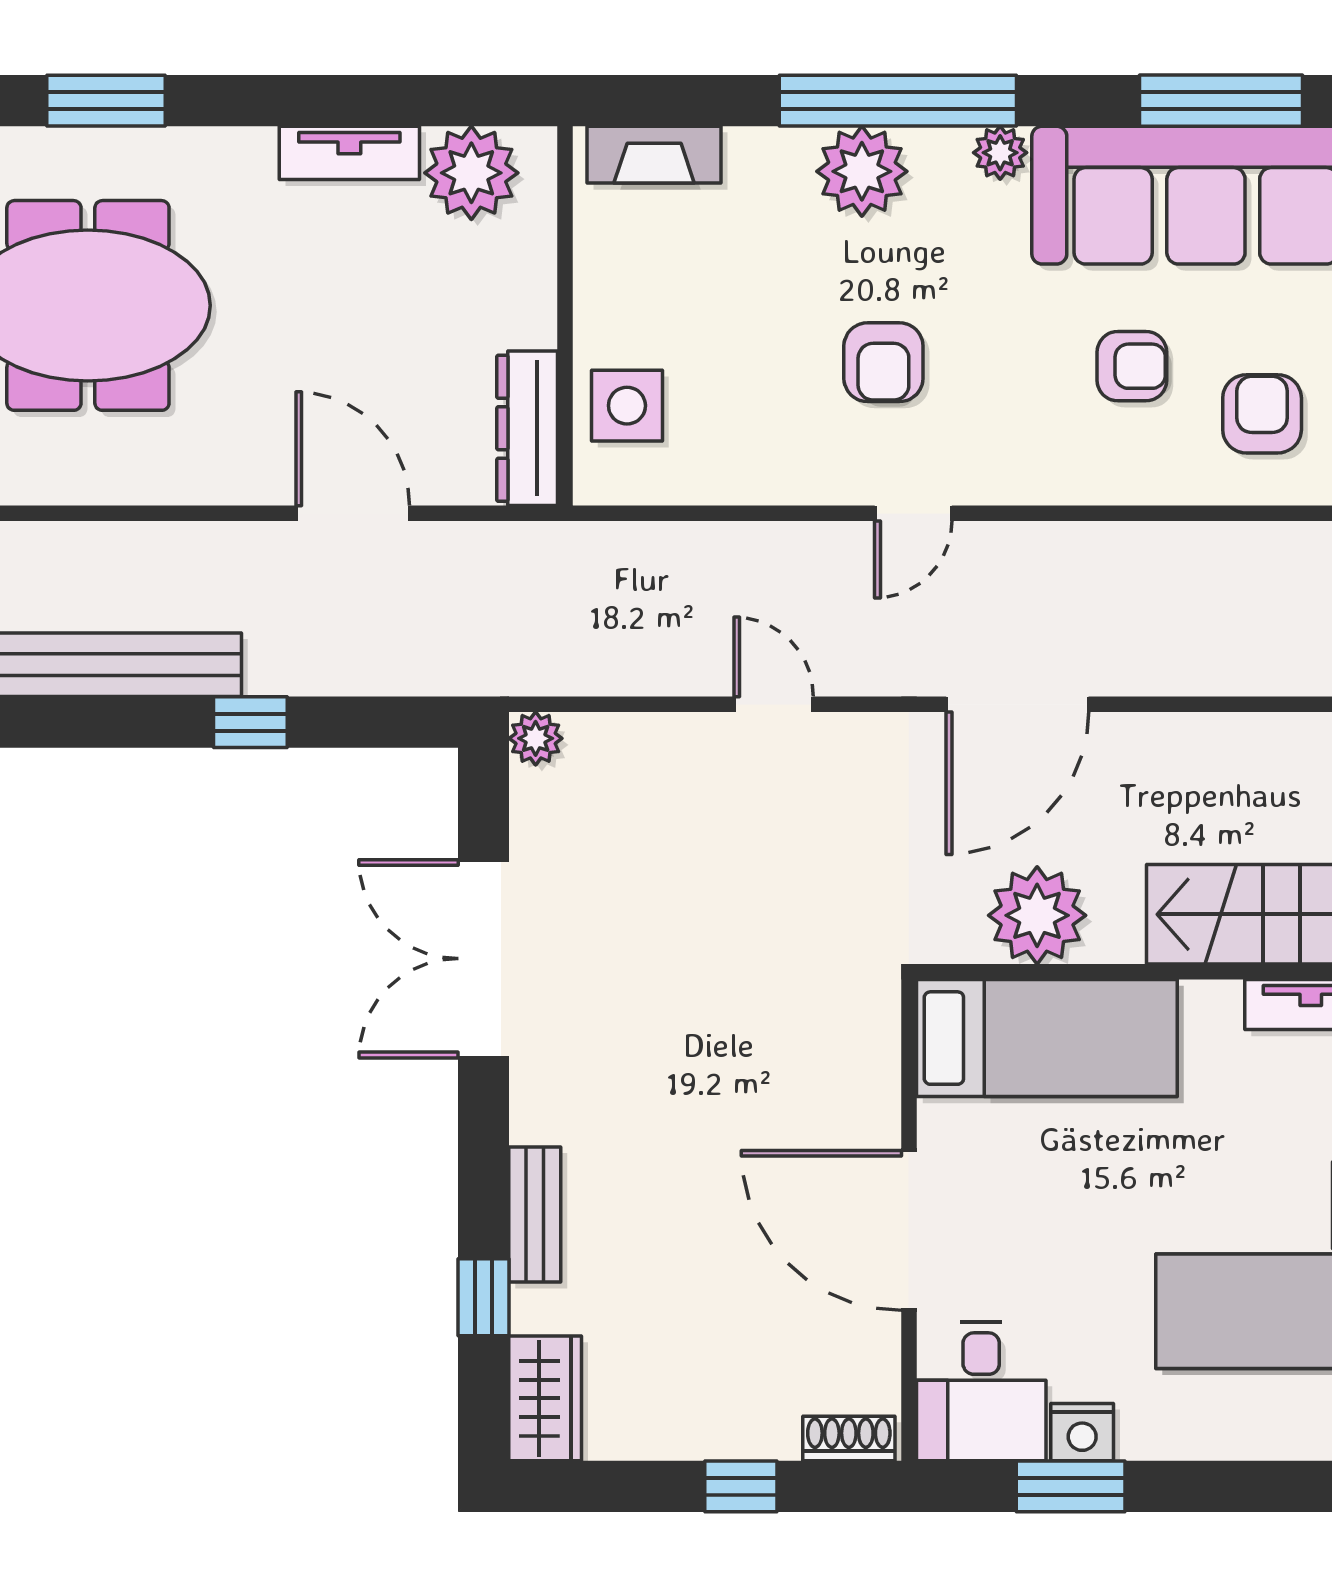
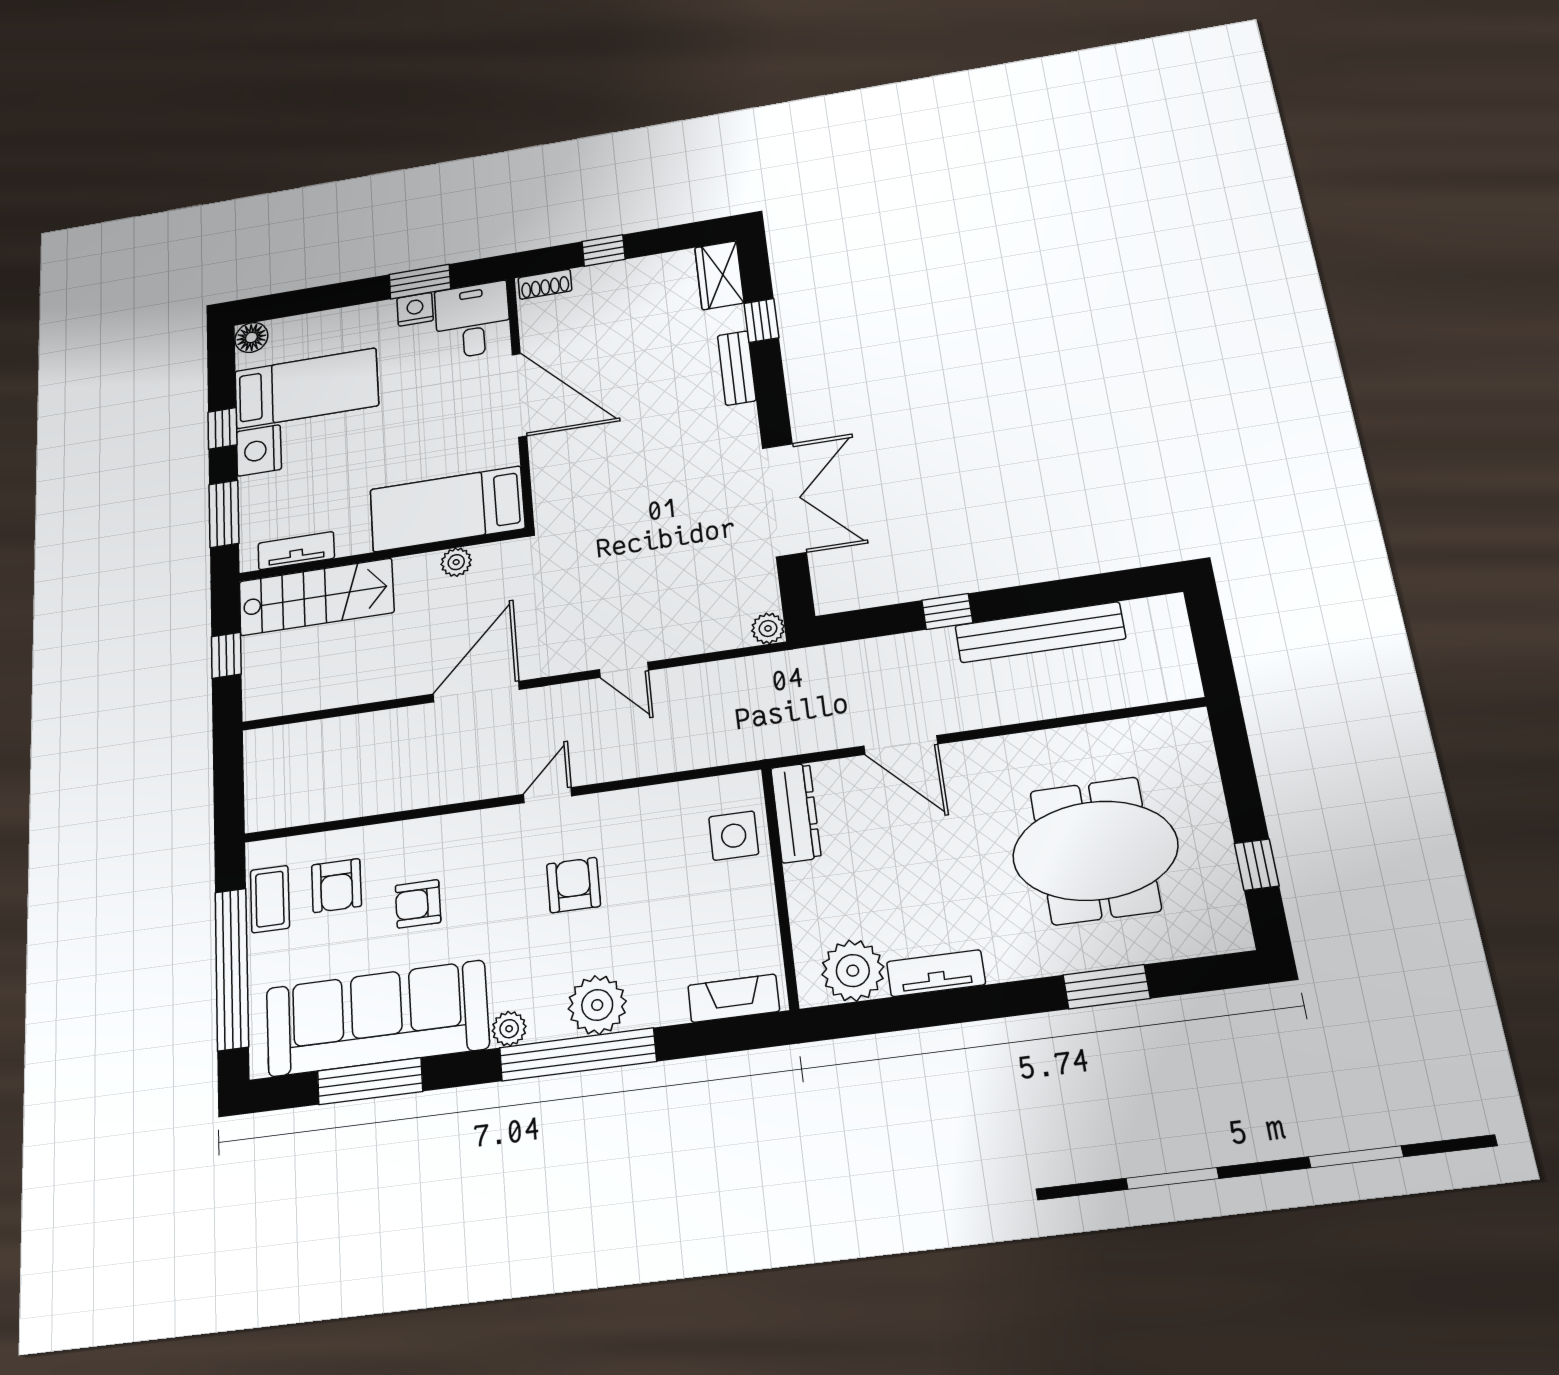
plant: (1037, 915) -> (456, 562), width x0.53, depth x0.53

